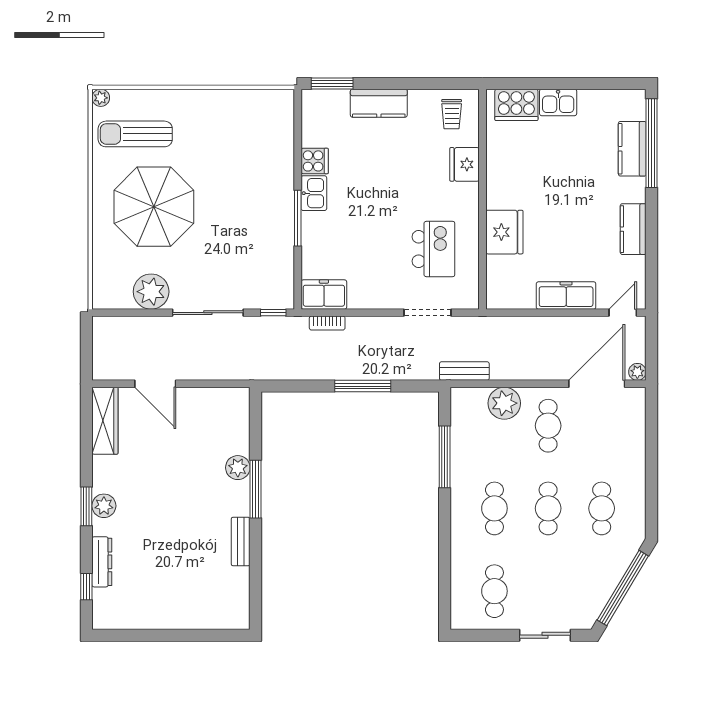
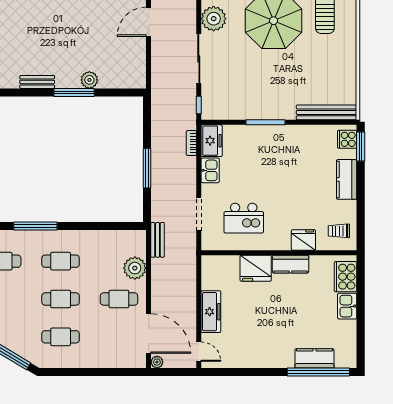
bench: (284, 132) -> (326, 112), added
cooker: (315, 161) -> (347, 139), moved, turned 90
kitchen sink: (314, 193) -> (210, 170), moved, turned -90
kitchen counter: (633, 229) -> (290, 264), moved, turned 180
window: (445, 457) -> (35, 226), moved

